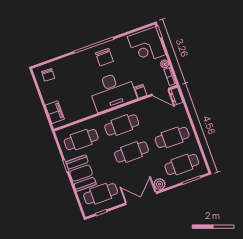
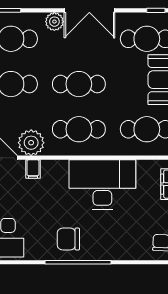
chair: (104, 57) -> (68, 239), turned -90
desk: (112, 91) -> (102, 184), moved
plant: (147, 107) -> (31, 143), added

